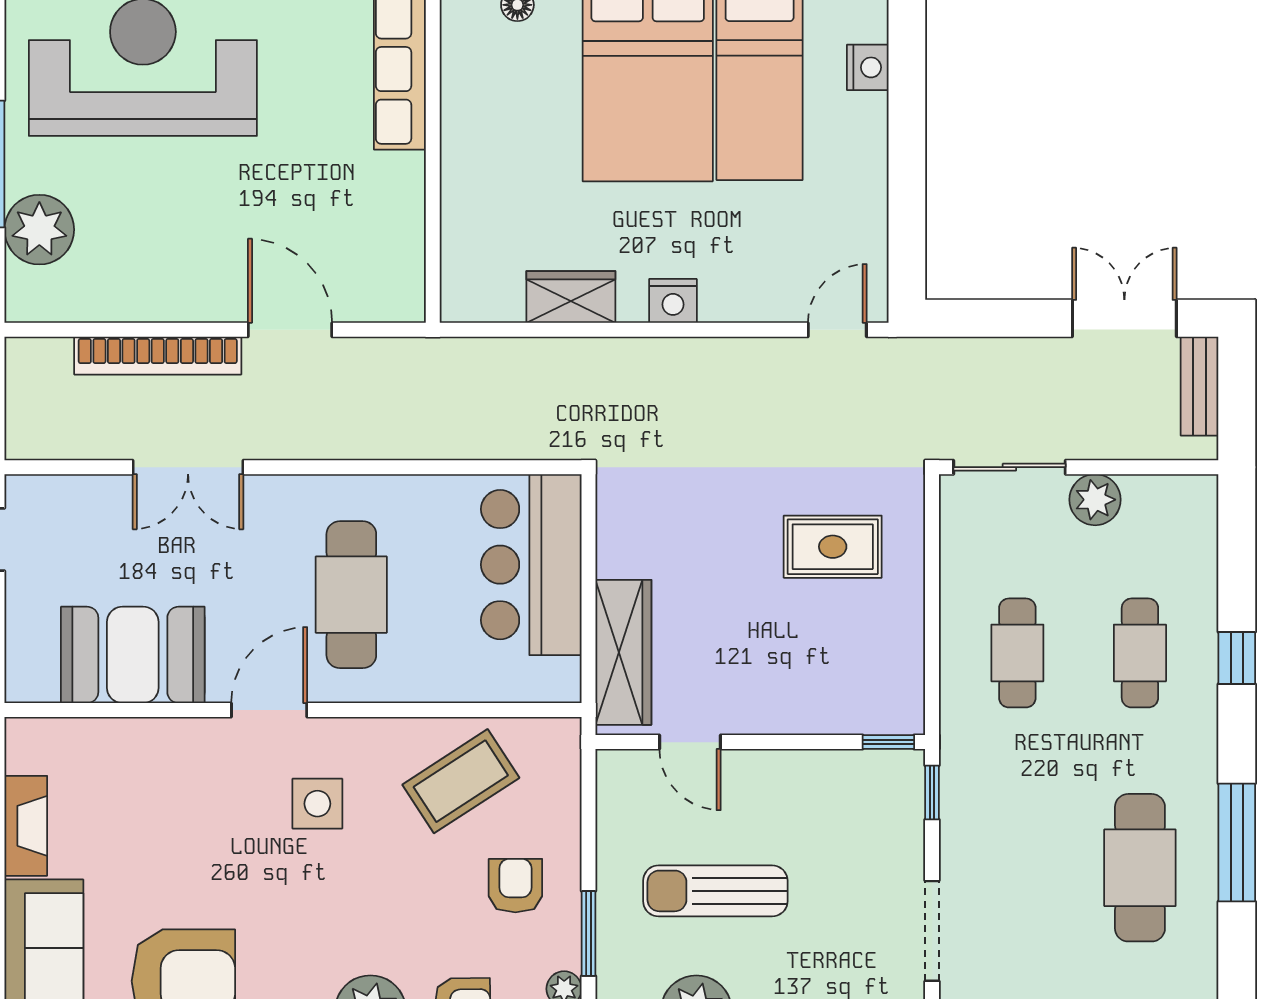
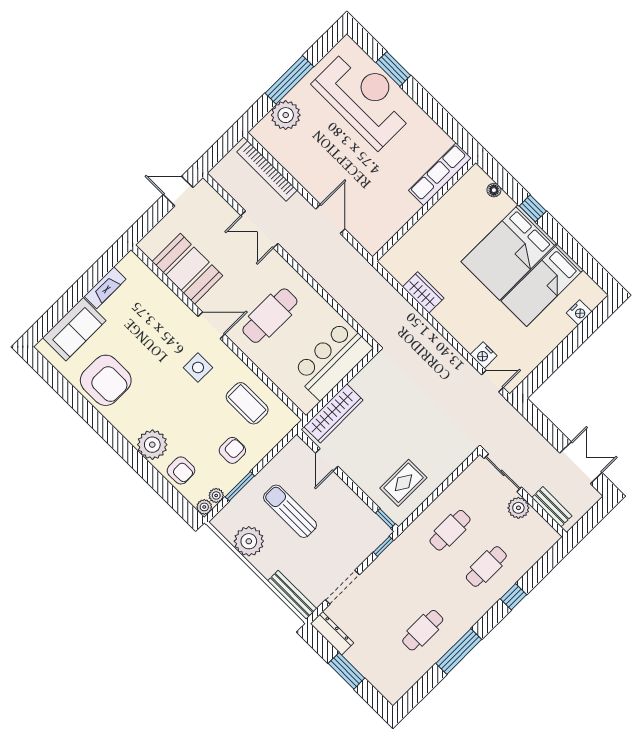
nightstand: (673, 301) -> (484, 355), moved
bookcase: (158, 356) -> (267, 171), moved
bench: (1199, 386) -> (552, 507), moved, turned 90
rug: (833, 547) -> (403, 483), moved, turned 90
coffee table: (461, 781) -> (247, 403), turned 33
cafe table: (1140, 868) -> (423, 630), width x0.73, depth x0.74

